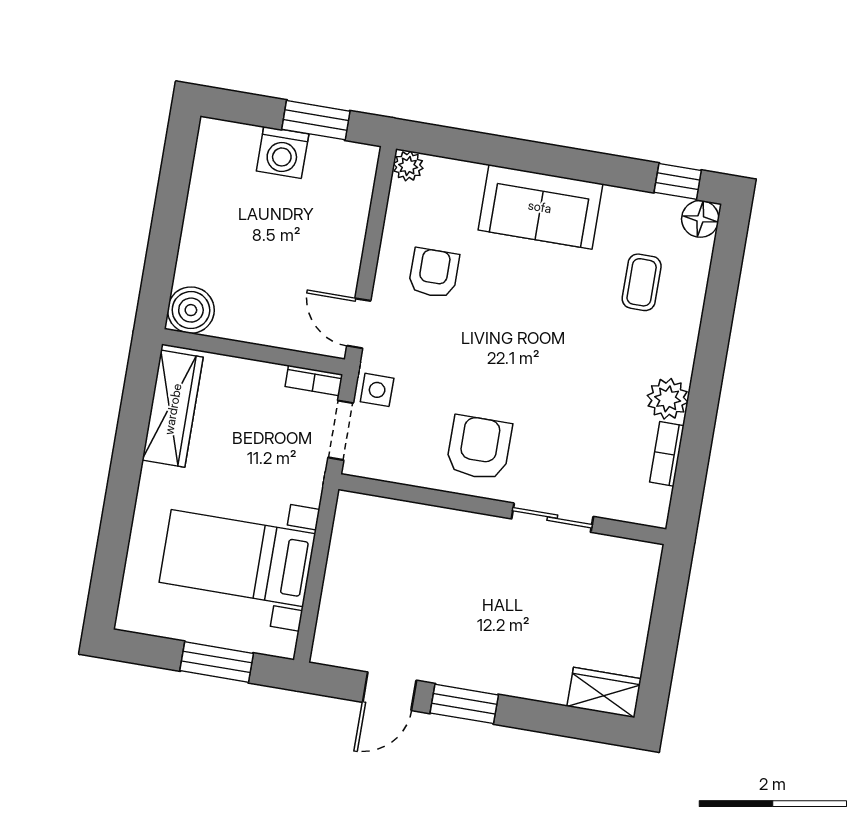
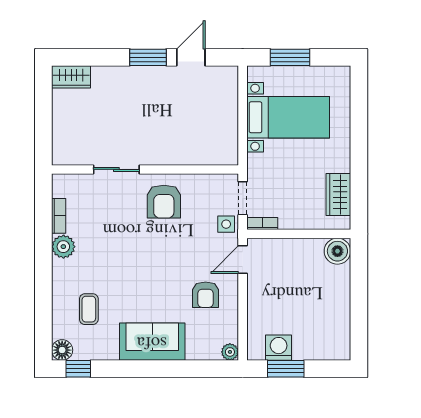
washing machine: (283, 152) -> (279, 348), moved
door: (359, 323) -> (243, 260), swing flipped
wardrobe: (173, 409) -> (338, 194), width x0.67

